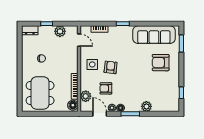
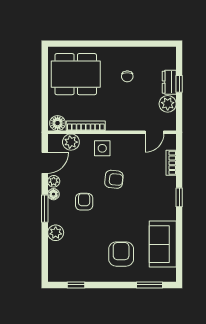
dresser: (30, 30) -> (169, 82), moved
sofa: (154, 35) -> (163, 244), width x0.73
side table: (92, 64) -> (102, 148), moved
armchair: (106, 88) -> (84, 202), moved

